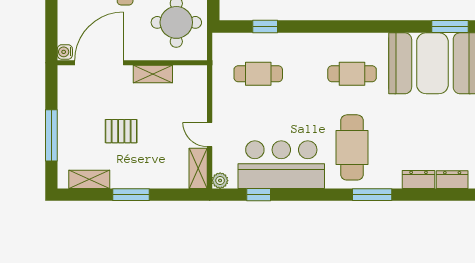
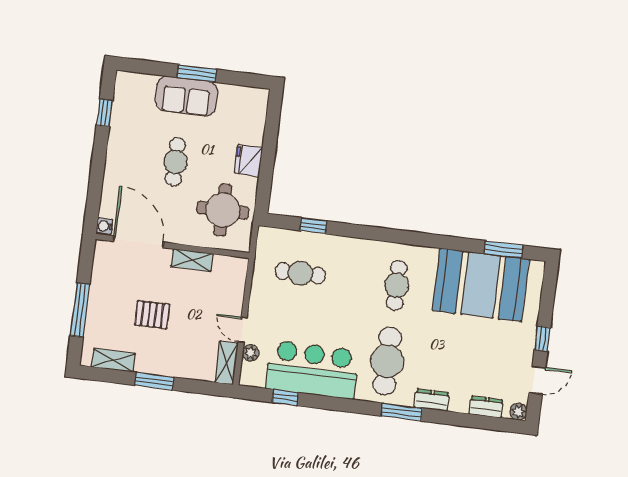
door: (99, 63) -> (138, 242), hinge flipped
cafe table: (352, 74) -> (397, 285), turned 90
dresser: (419, 179) -> (432, 400), moved
plant: (220, 181) -> (251, 353), moved

